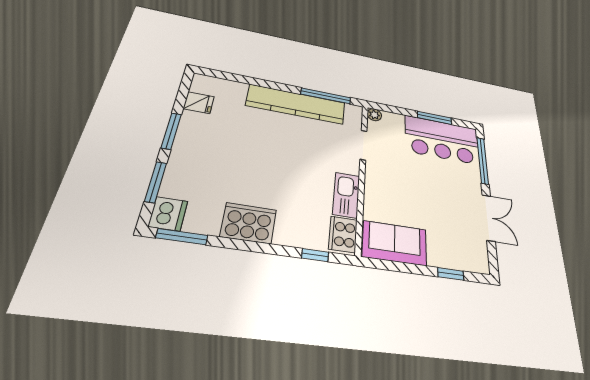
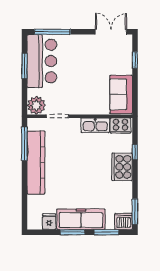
plant: (374, 115) -> (36, 105), width x1.87, depth x1.87
freezer: (191, 147) -> (81, 219), added
double door: (489, 218) -> (111, 32), moved
cooker: (249, 223) -> (122, 167), moved
window: (315, 255) -> (135, 152), moved

